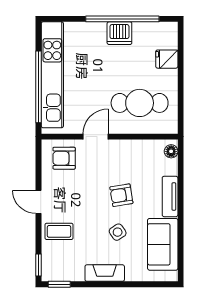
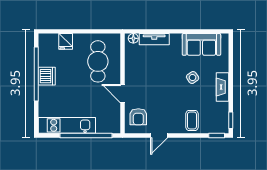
kitchen unit: (52, 75) -> (67, 125), width x0.73
armchair: (121, 195) -> (165, 75), removed
tv unit: (170, 196) -> (154, 39), moved
door: (39, 202) -> (159, 135), moved

